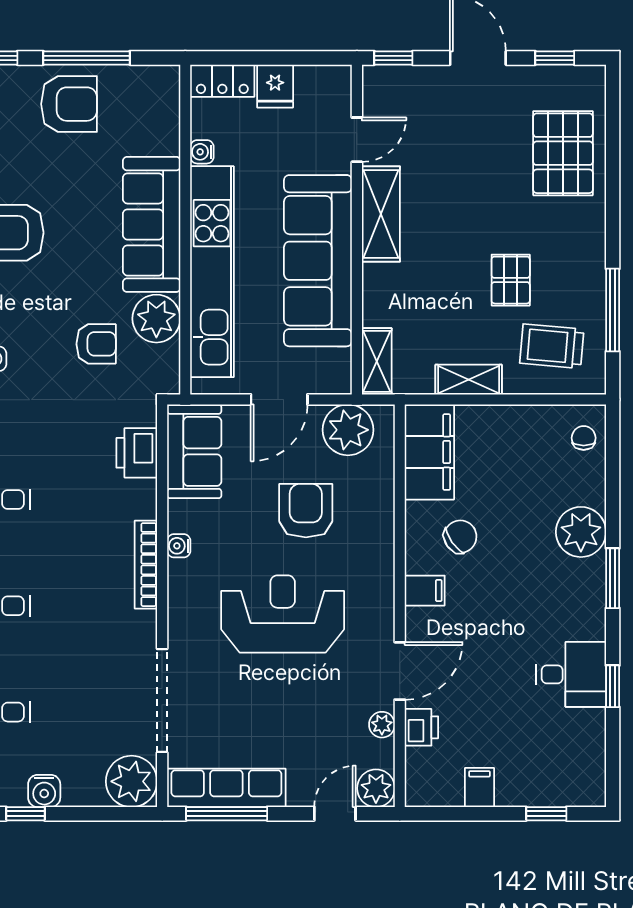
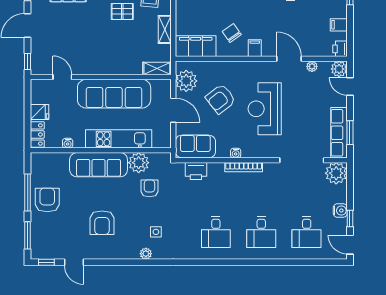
shelving: (381, 214) -> (94, 67), removed
kitchen unit: (212, 272) -> (119, 139), width x0.73
armchair: (306, 511) -> (221, 99), turned -38
printer: (421, 727) -> (340, 49), moved, turned -90
window: (227, 814) -> (350, 133), width x0.69

